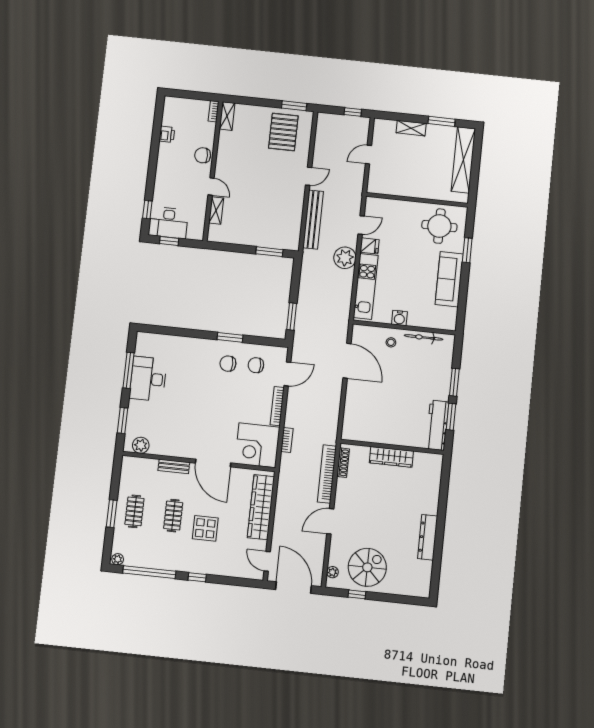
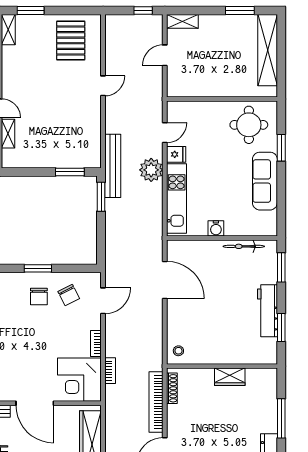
window: (294, 106) -> (31, 10), moved
shelving: (411, 128) -> (182, 21), moved
bench: (313, 220) -> (113, 166), moved
window: (292, 317) -> (101, 197), moved
stool: (391, 342) -> (178, 351), moved
chair: (228, 364) -> (39, 296), turned -90
chair: (256, 365) -> (69, 295), turned -117
window: (454, 382) -> (281, 267), moved
bookcase: (277, 406) -> (96, 343), width x0.64
workbench: (437, 425) -> (267, 311), moved
wardrobe: (391, 457) -> (230, 377), width x0.67
window: (443, 502) -> (281, 418), added

